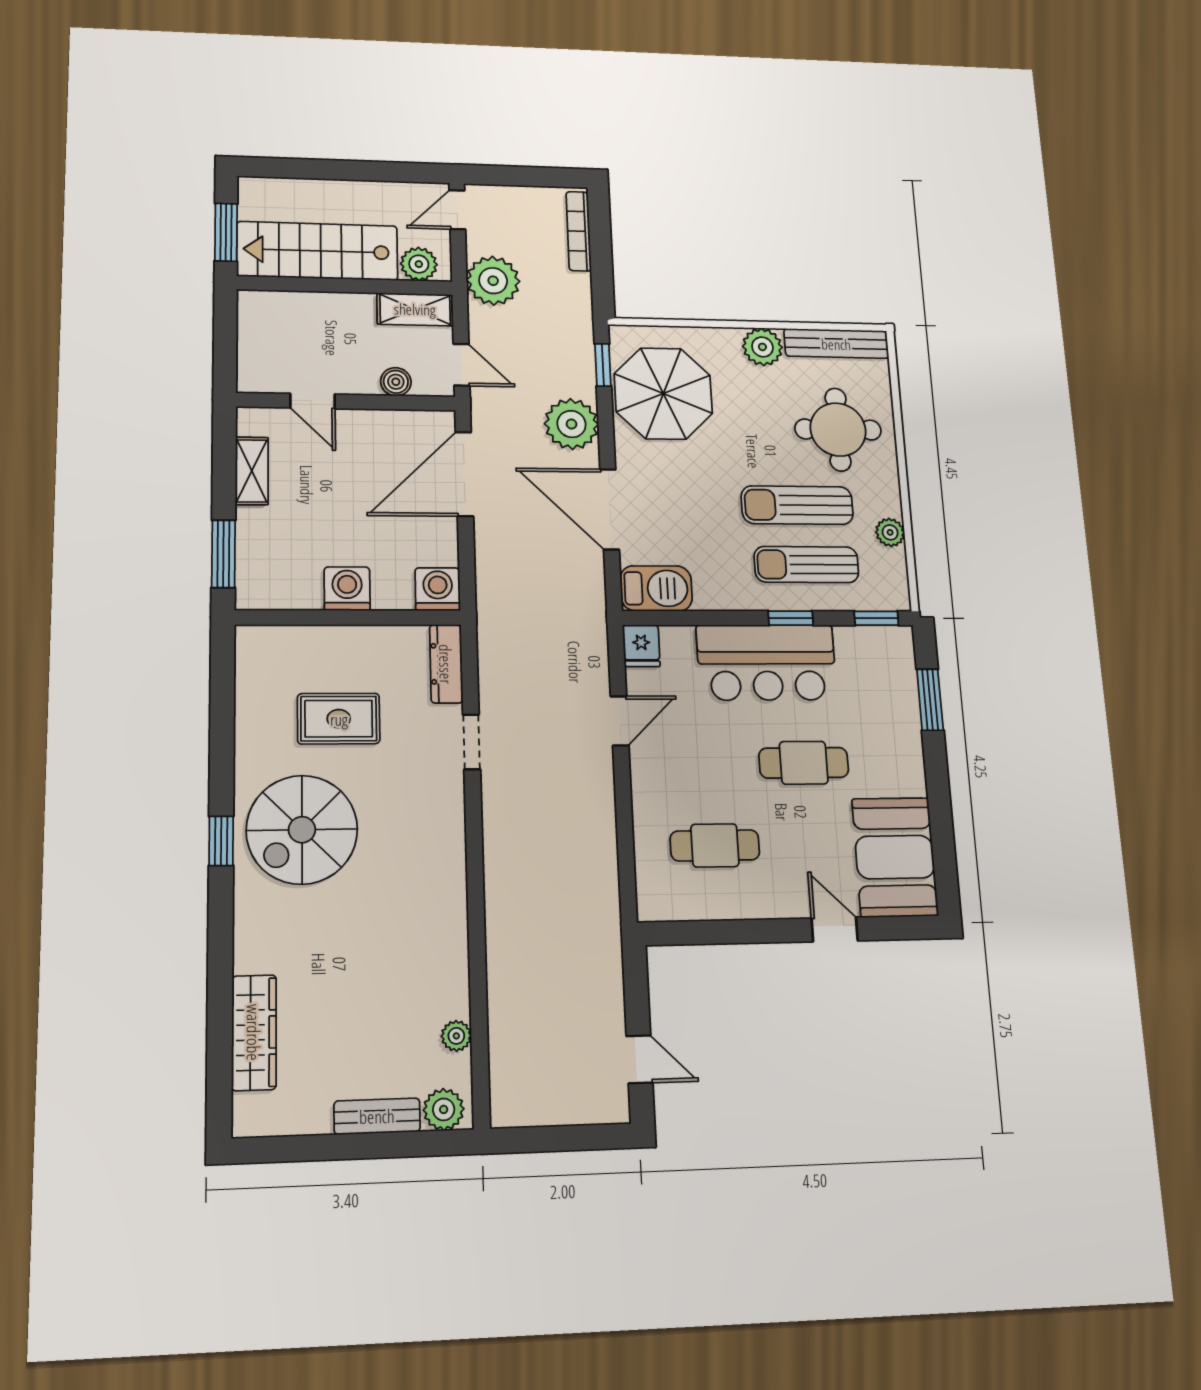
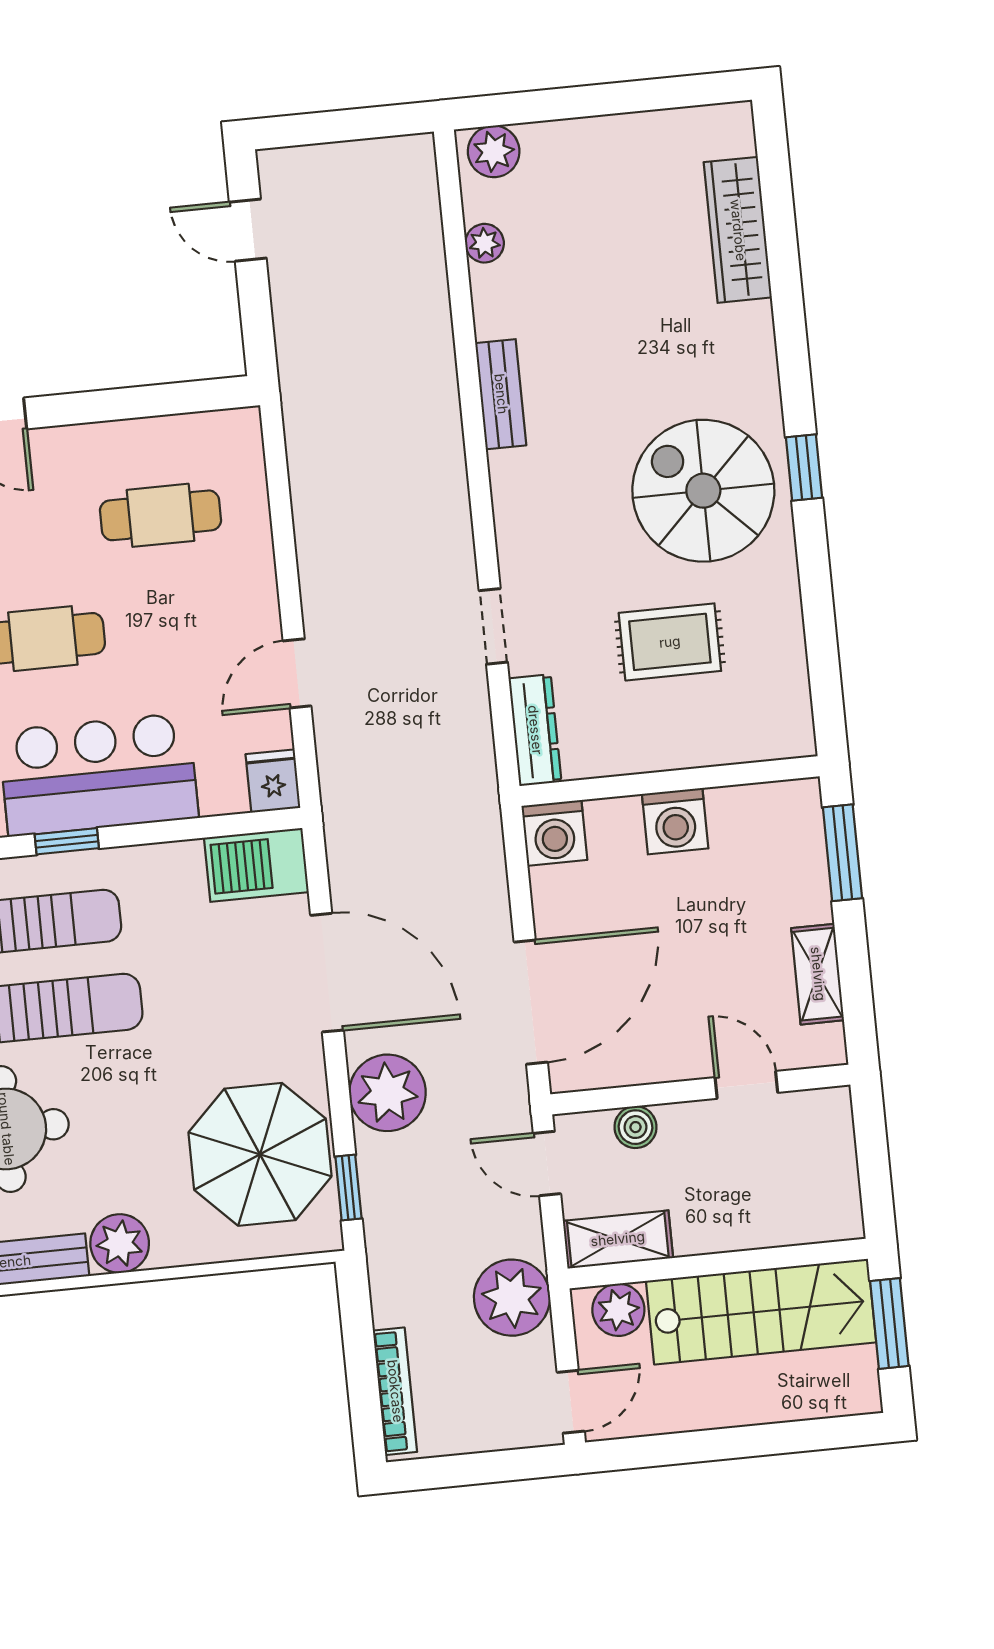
spiral stairs: (302, 830) -> (703, 491), turned -90
bench: (377, 1116) -> (501, 394), moved, turned 90

